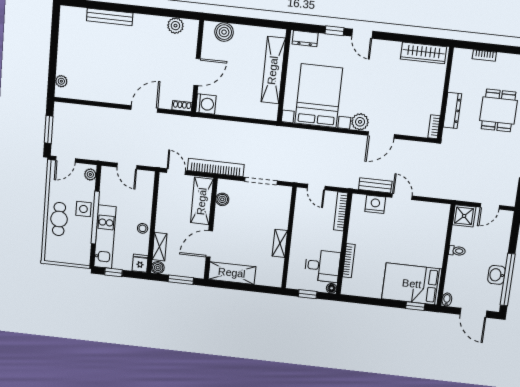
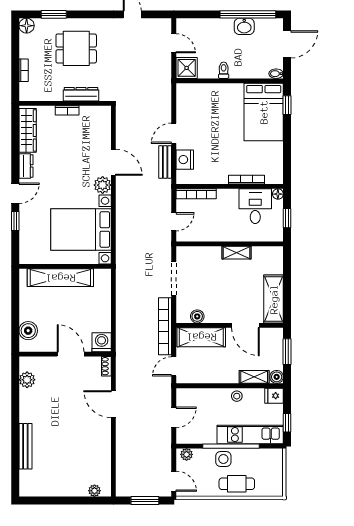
dresser: (305, 39) -> (26, 166), moved
bookcase: (434, 127) -> (67, 110), moved

